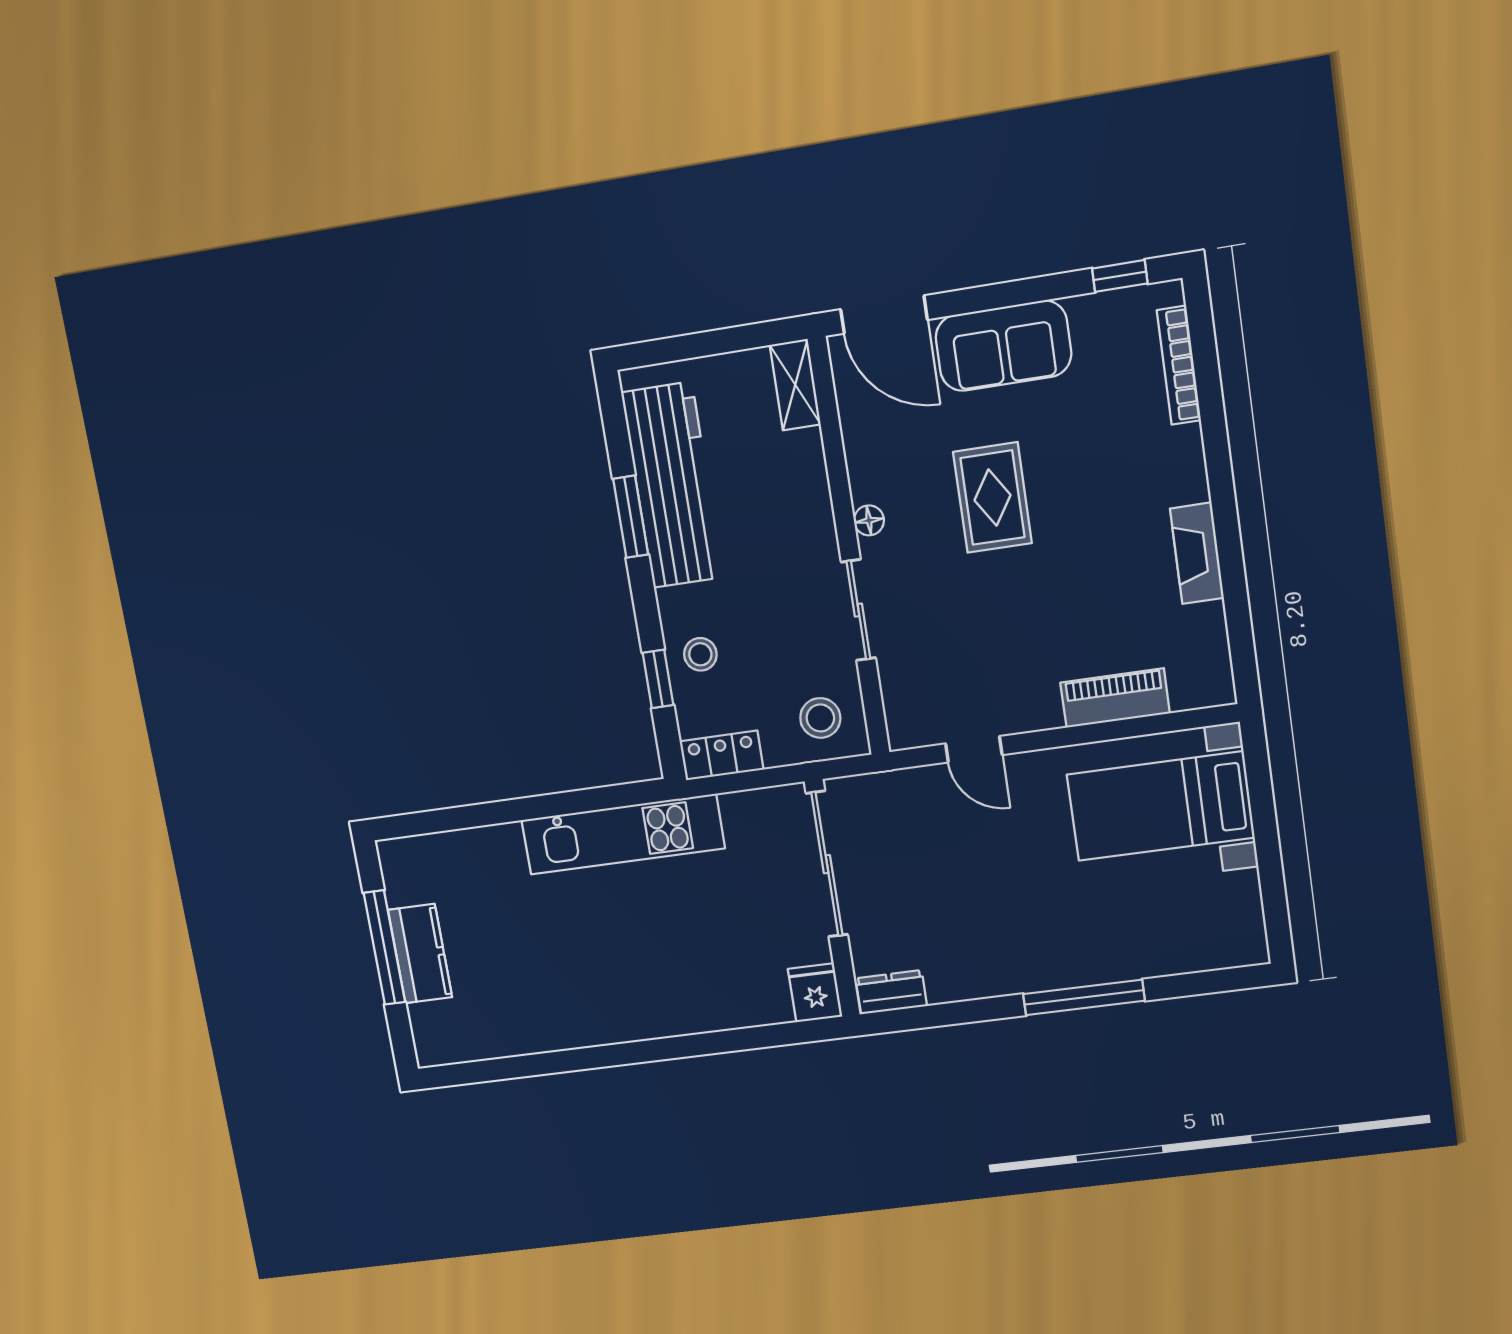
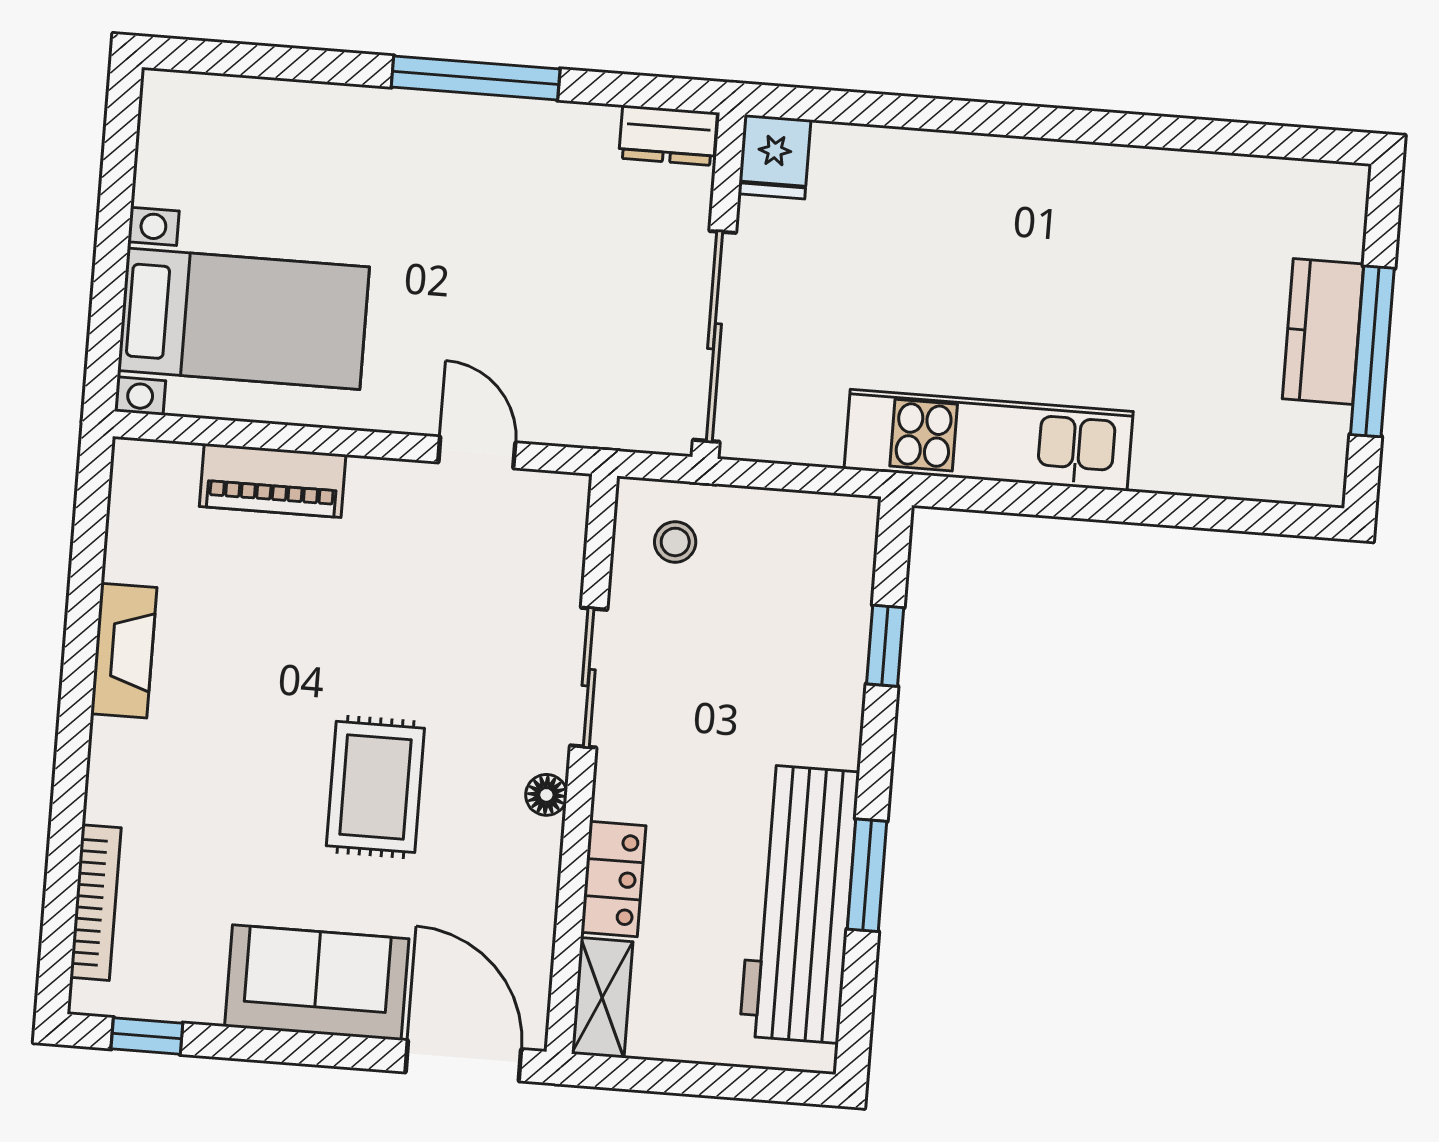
stool: (700, 654) -> (818, 666), removed
stool: (820, 718) -> (675, 542), width x0.73, depth x0.73
locker: (722, 755) -> (613, 879), moved, turned -90
window: (1084, 997) -> (476, 78), moved

